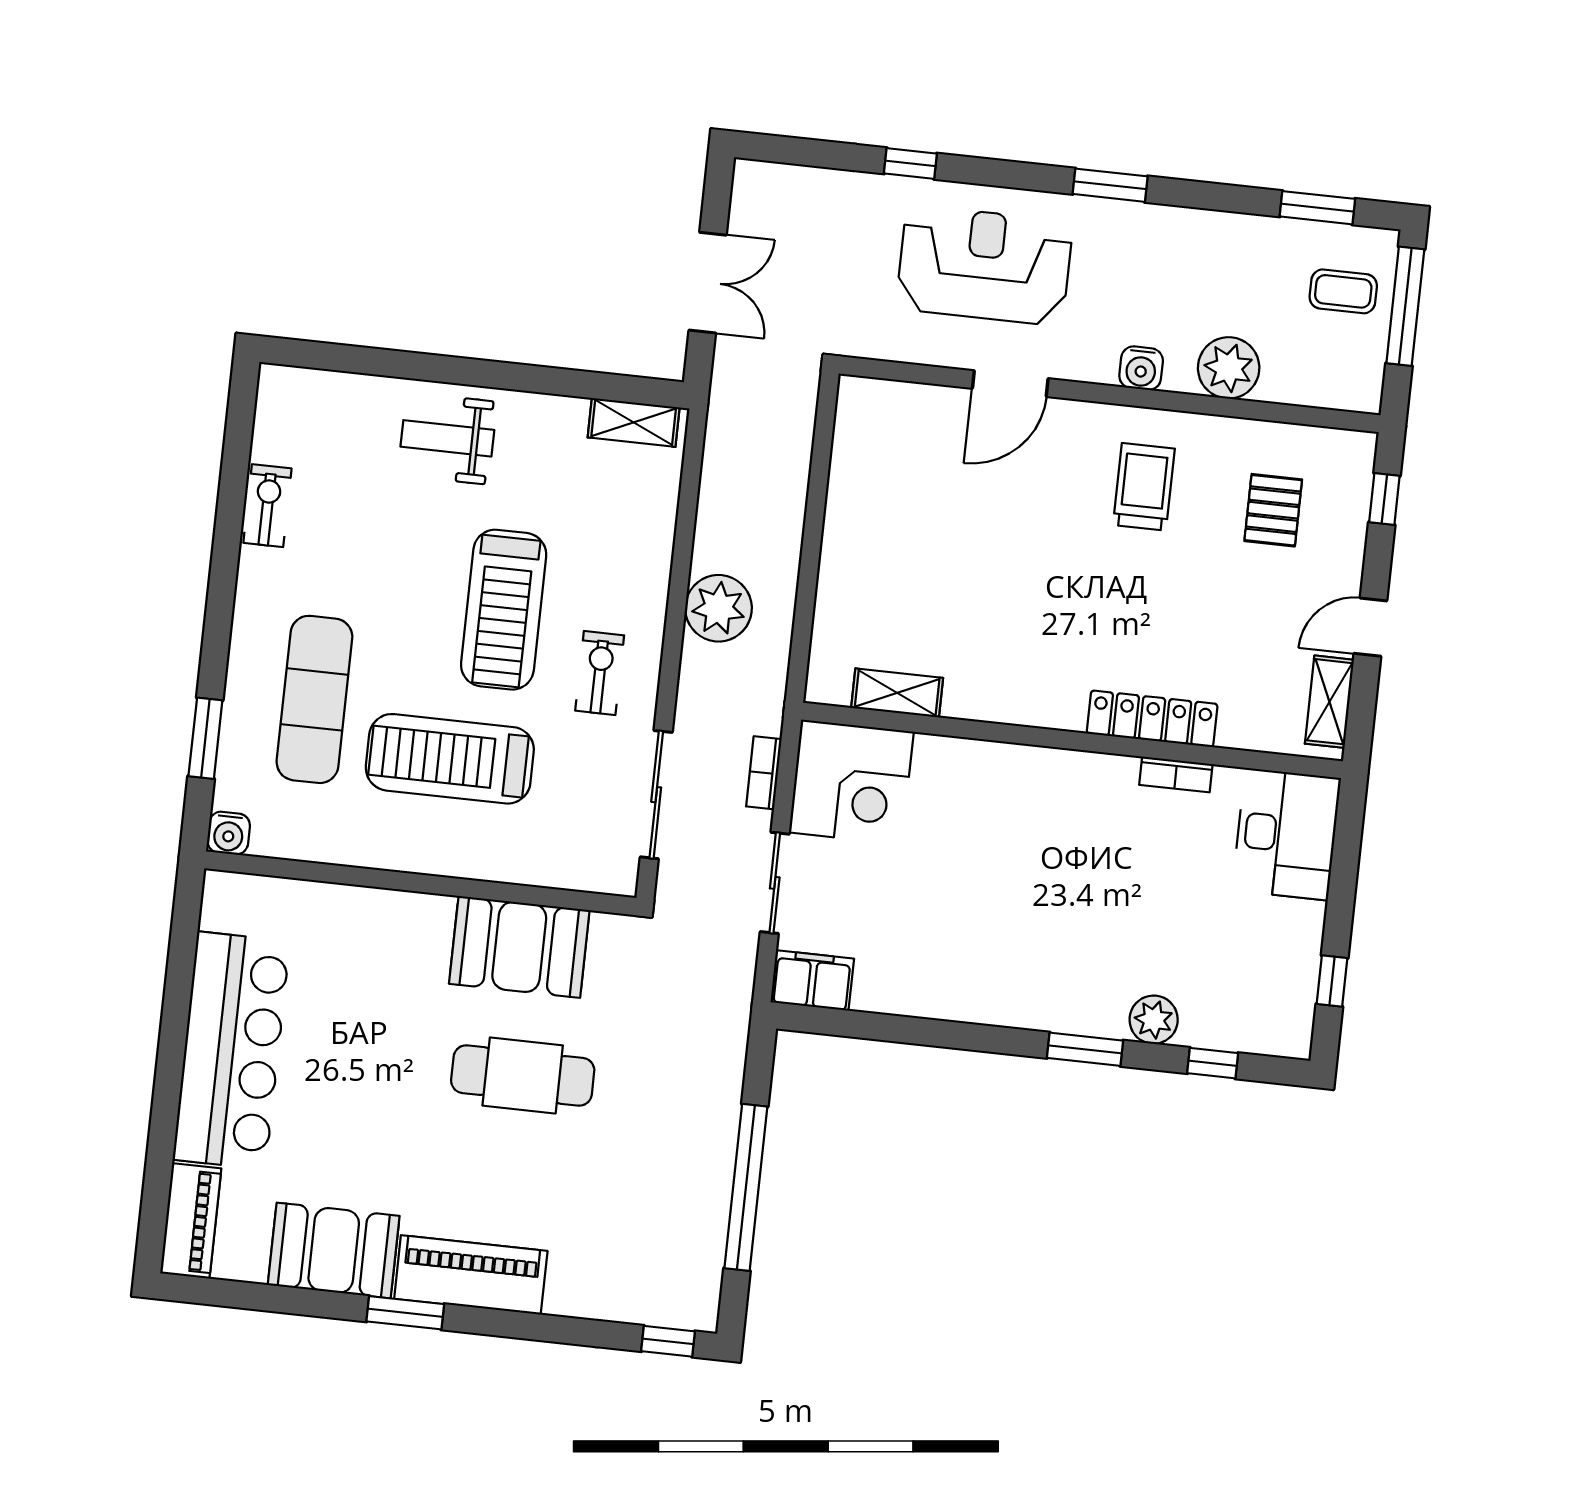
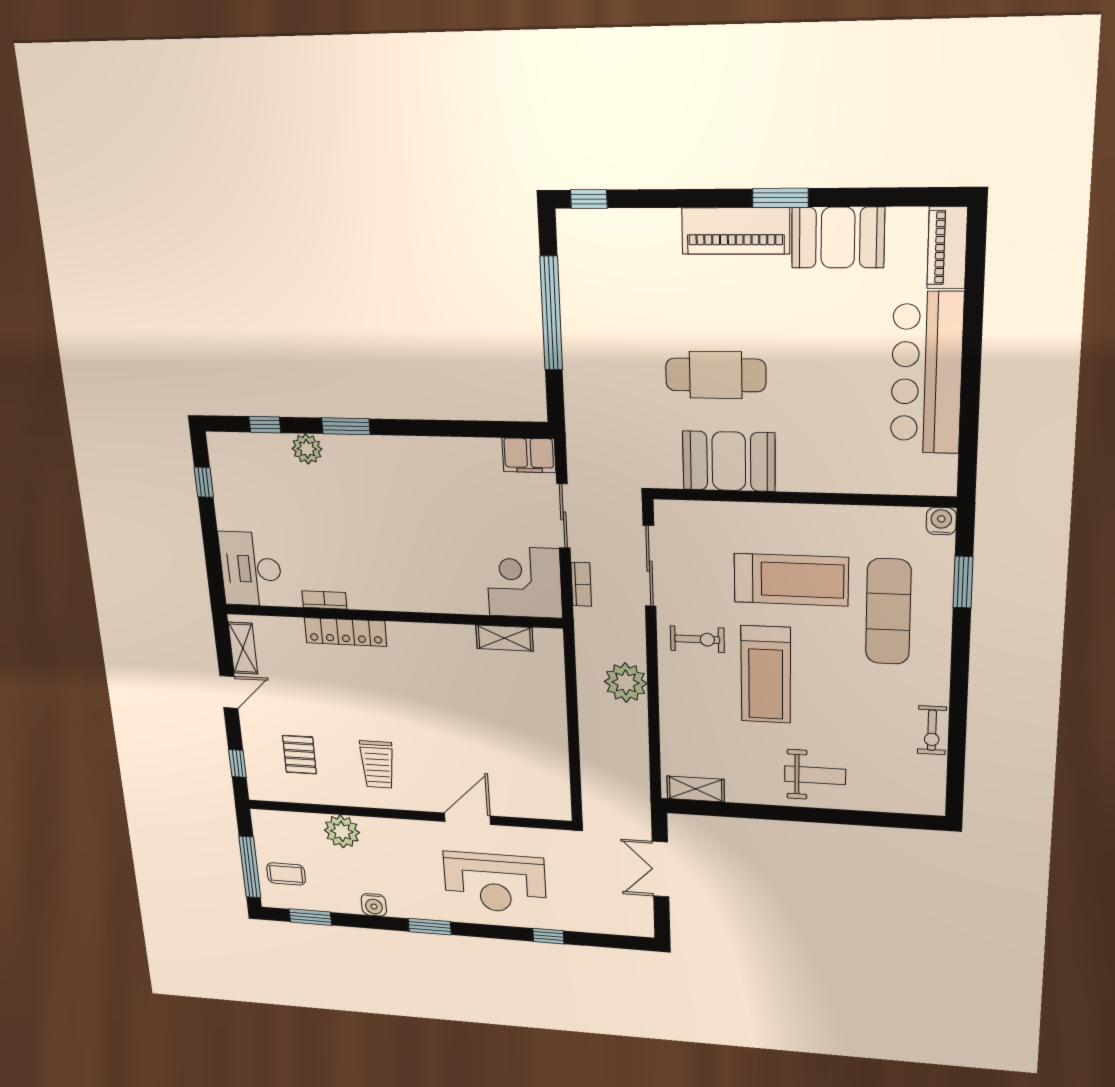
water cooler: (1141, 368) -> (374, 905), moved, turned 180
treadmill: (504, 610) -> (766, 674), turned 180
exercise bike: (600, 673) -> (697, 639), turned -90

